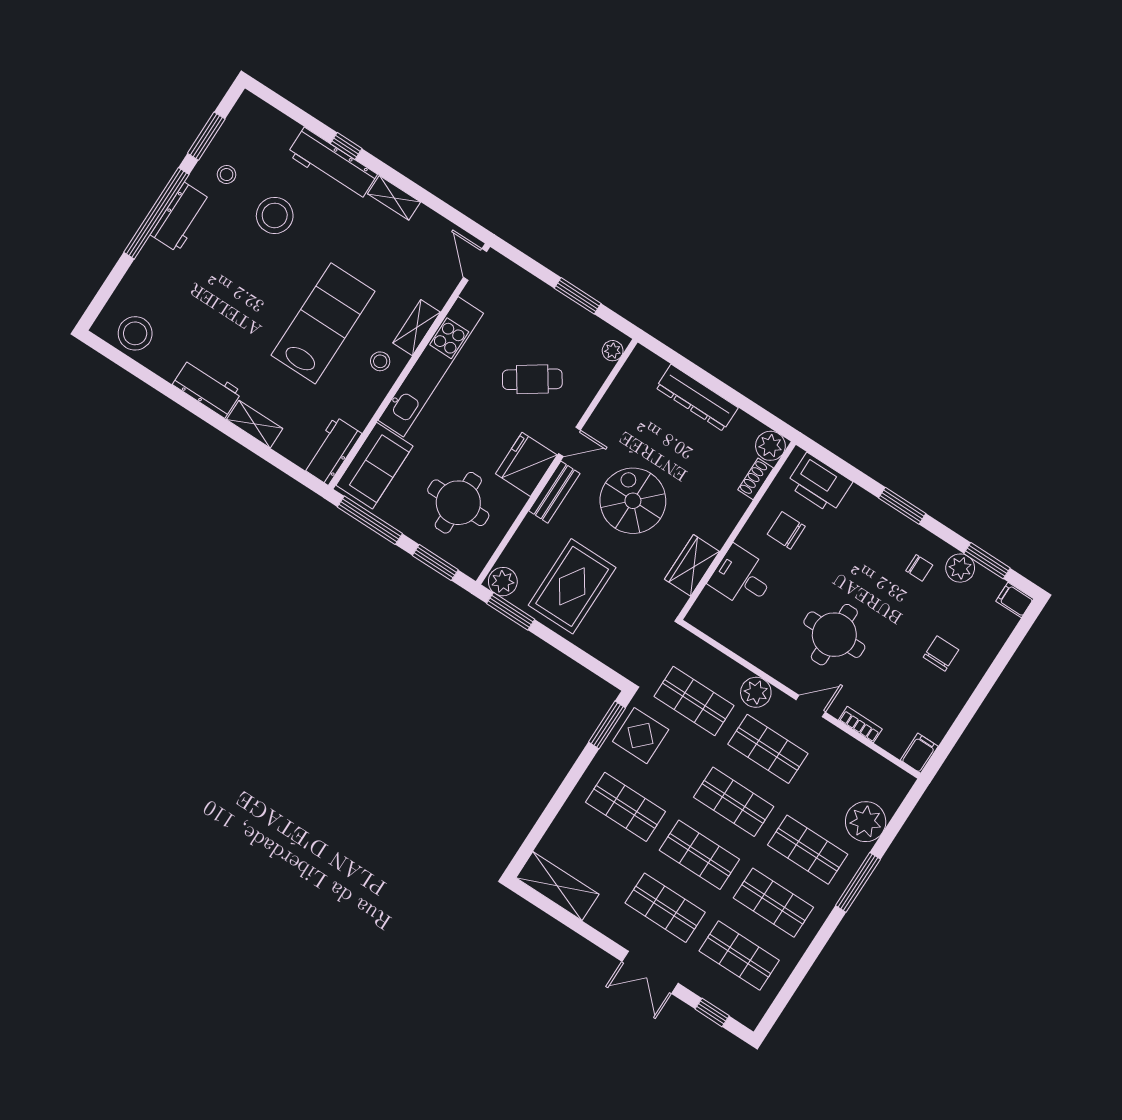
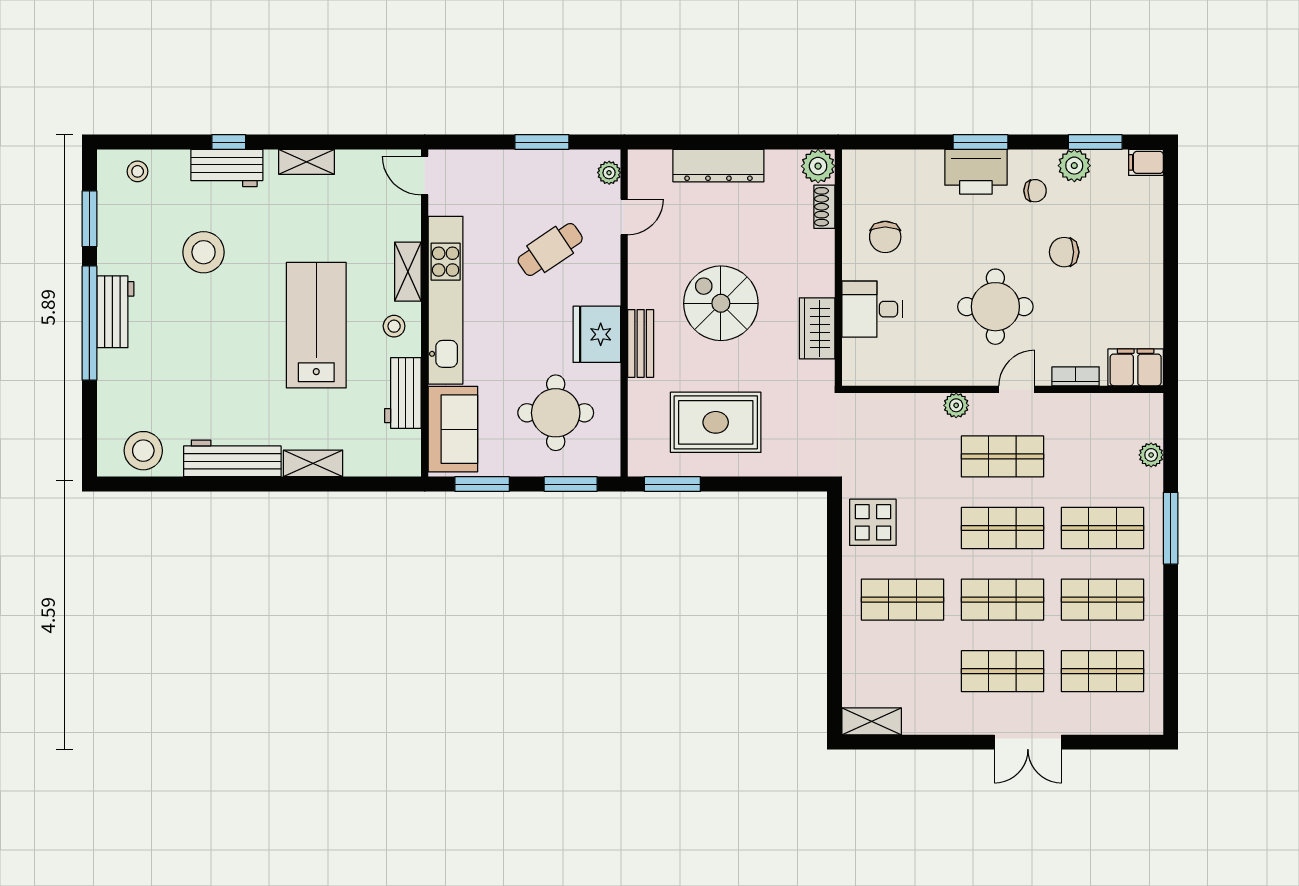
workbench: (332, 164) -> (227, 168), width x0.73
stool: (227, 175) -> (138, 171), moved
workbench: (207, 388) -> (232, 458), width x1.37
door: (570, 442) -> (624, 217), moved
workbench: (332, 451) -> (403, 393), moved
printer: (819, 483) -> (976, 172), moved
window: (370, 520) -> (482, 484), width x0.69
chair: (786, 530) -> (885, 237), turned -90
plant: (503, 582) -> (647, 460), removed
rug: (572, 586) -> (716, 422), turned 90
chair: (941, 653) -> (1064, 252), moved, turned -90
plant: (756, 692) -> (956, 405), width x0.73, depth x0.73
shop shelf: (694, 701) -> (903, 456), removed
window: (607, 725) -> (834, 533), removed
filing cabinet: (919, 753) -> (1136, 367), width x2.00
plant: (866, 822) -> (1151, 455), width x0.53, depth x0.53
shelving: (557, 886) -> (872, 721), width x0.67, depth x0.75
window: (712, 1012) -> (1112, 742), removed

